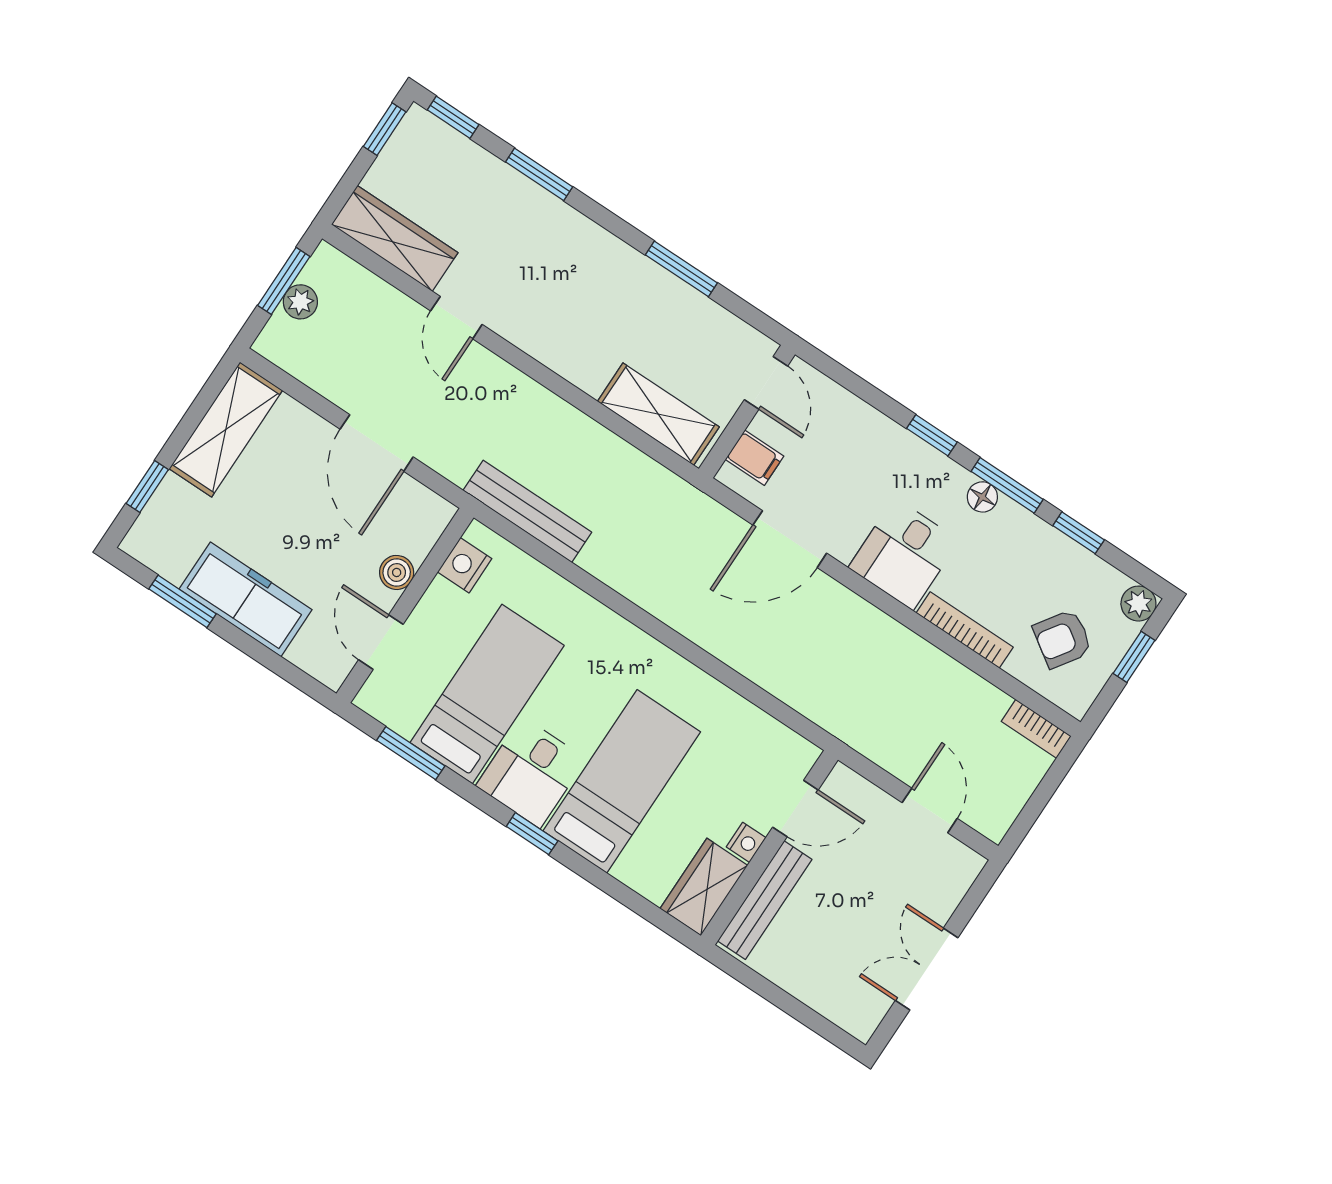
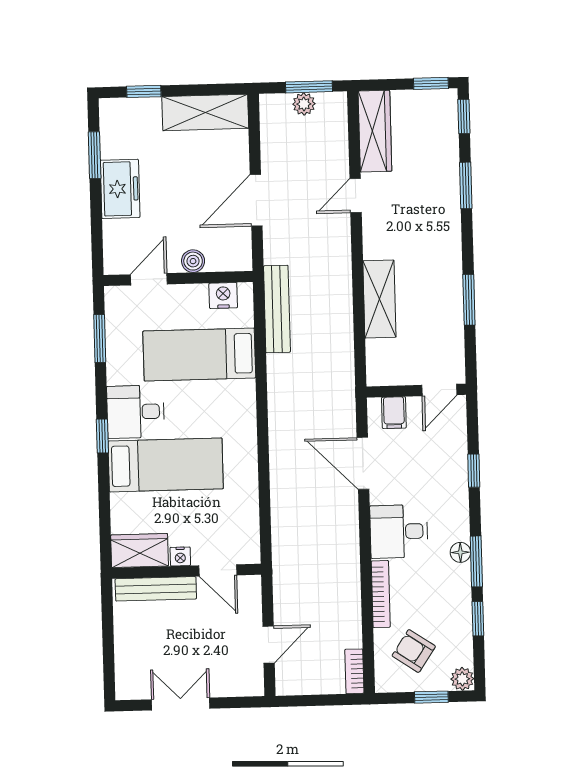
shelving: (658, 414) -> (379, 299), moved
window: (932, 435) -> (474, 471), moved
freezer: (246, 599) -> (120, 189), width x0.71
bed: (487, 694) -> (199, 355), moved, turned 180

